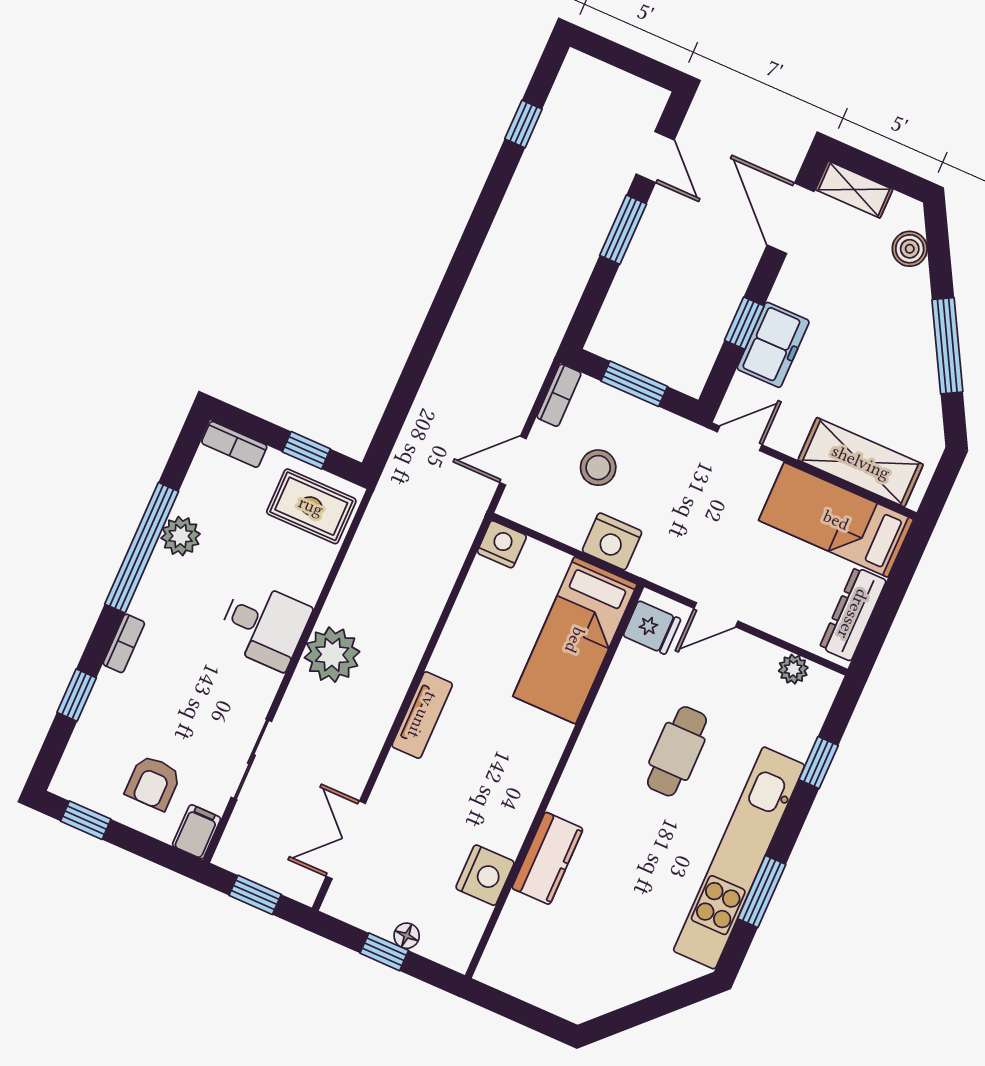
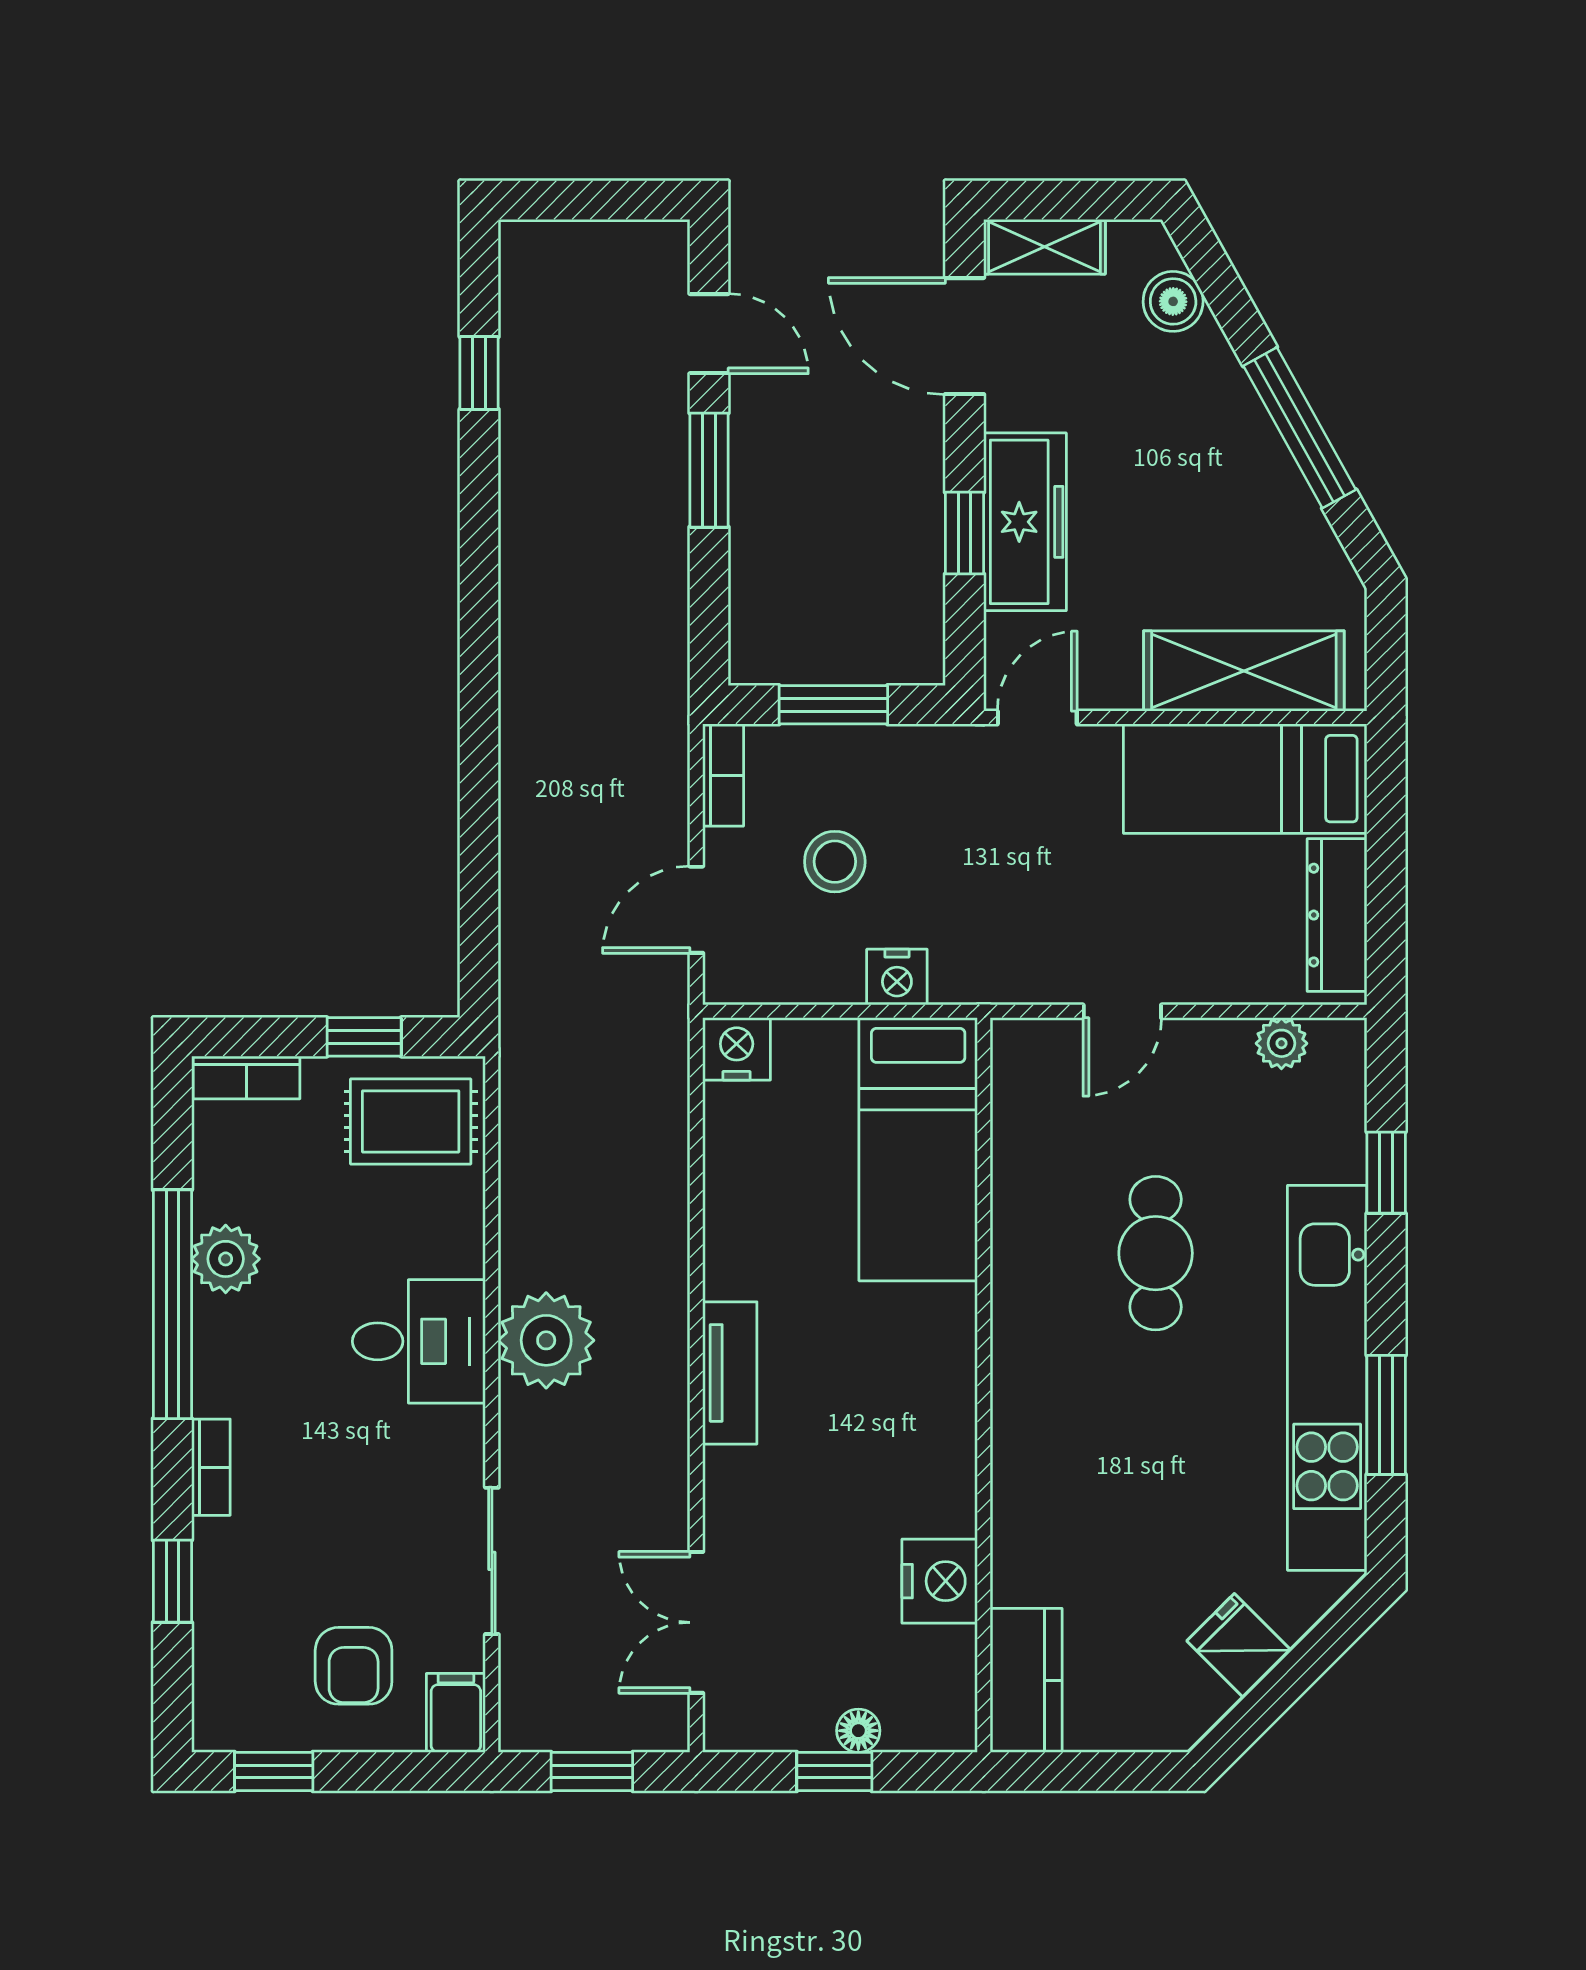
freezer: (773, 345) -> (1025, 522), width x1.40
nightstand: (612, 541) -> (897, 977), width x0.74, depth x0.75
fridge: (652, 627) -> (1239, 1645), moved, turned -135
kitchen counter: (547, 858) -> (1026, 1680), moved

